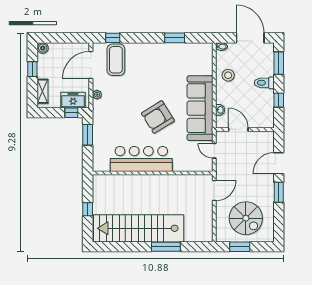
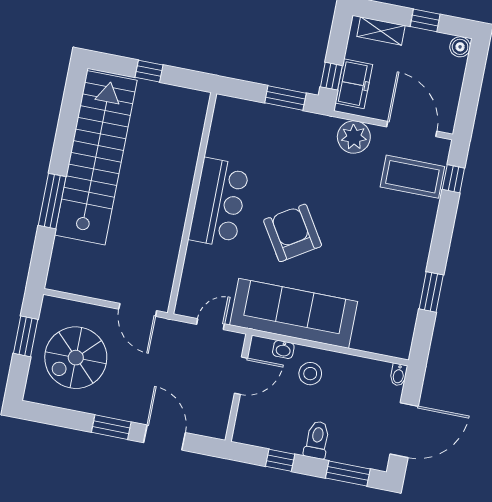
stool: (228, 75) -> (310, 374), moved
plant: (97, 95) -> (354, 137), width x1.88, depth x1.88
bar counter: (141, 159) -> (219, 203), width x0.73

